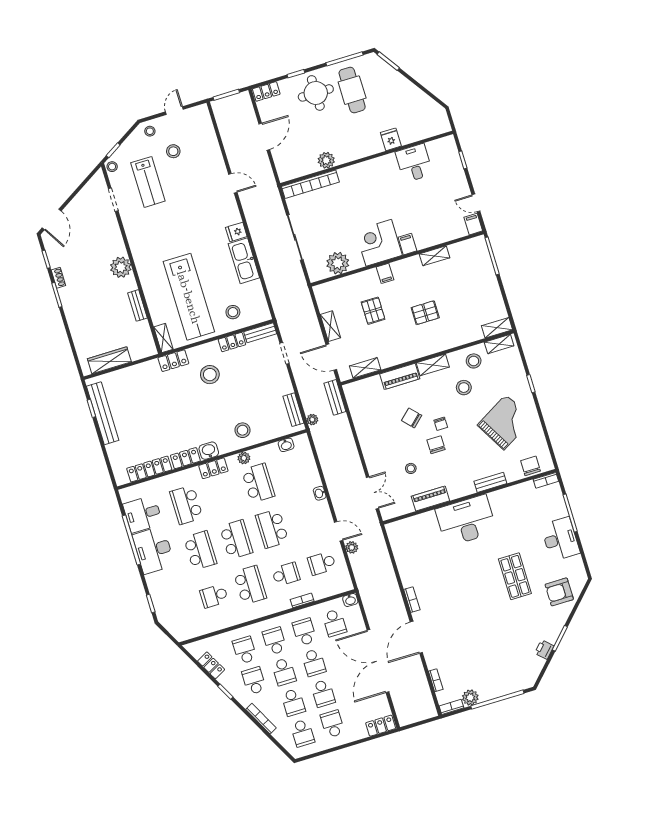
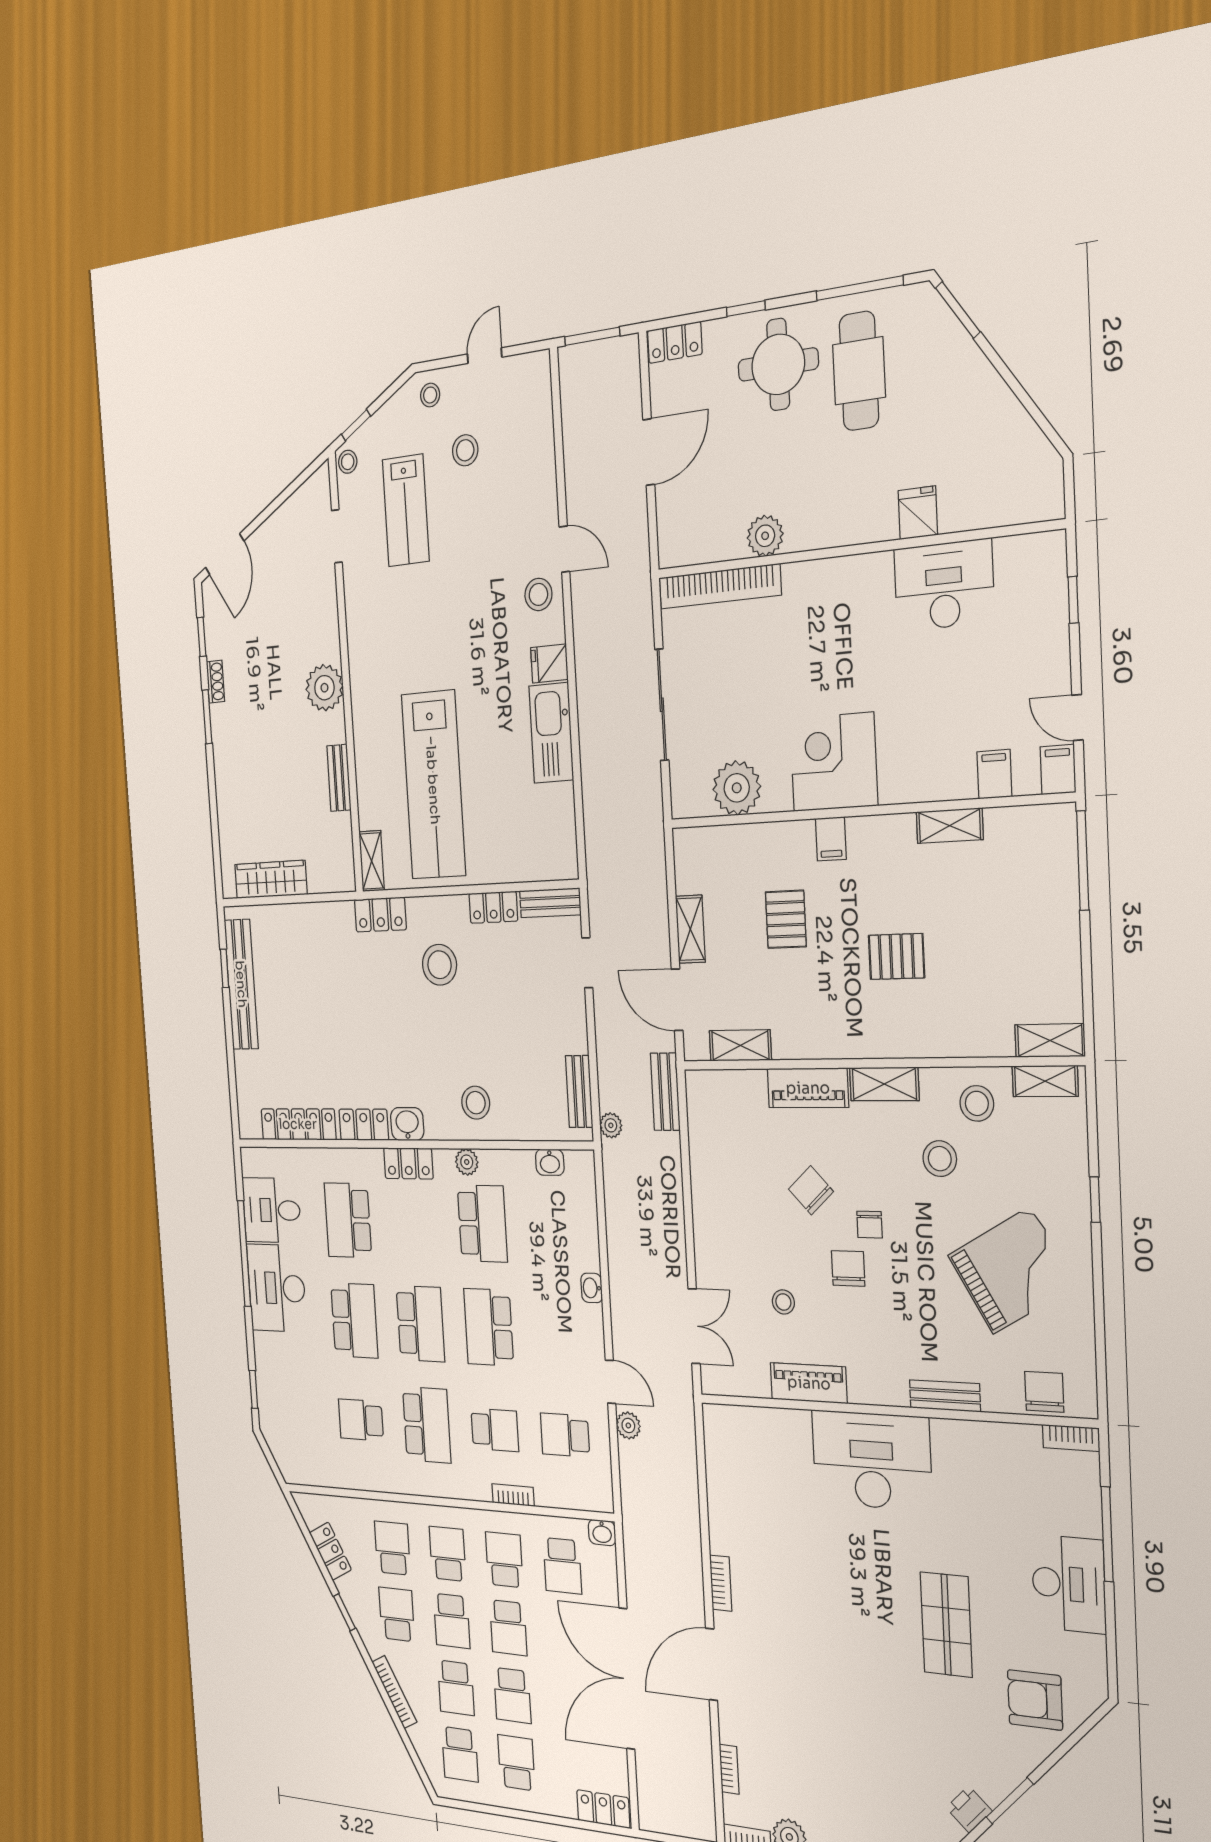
desk: (414, 163) -> (944, 585), width x1.37
filing cabinet: (407, 244) -> (994, 774), moved
stool: (233, 312) -> (538, 594), moved

